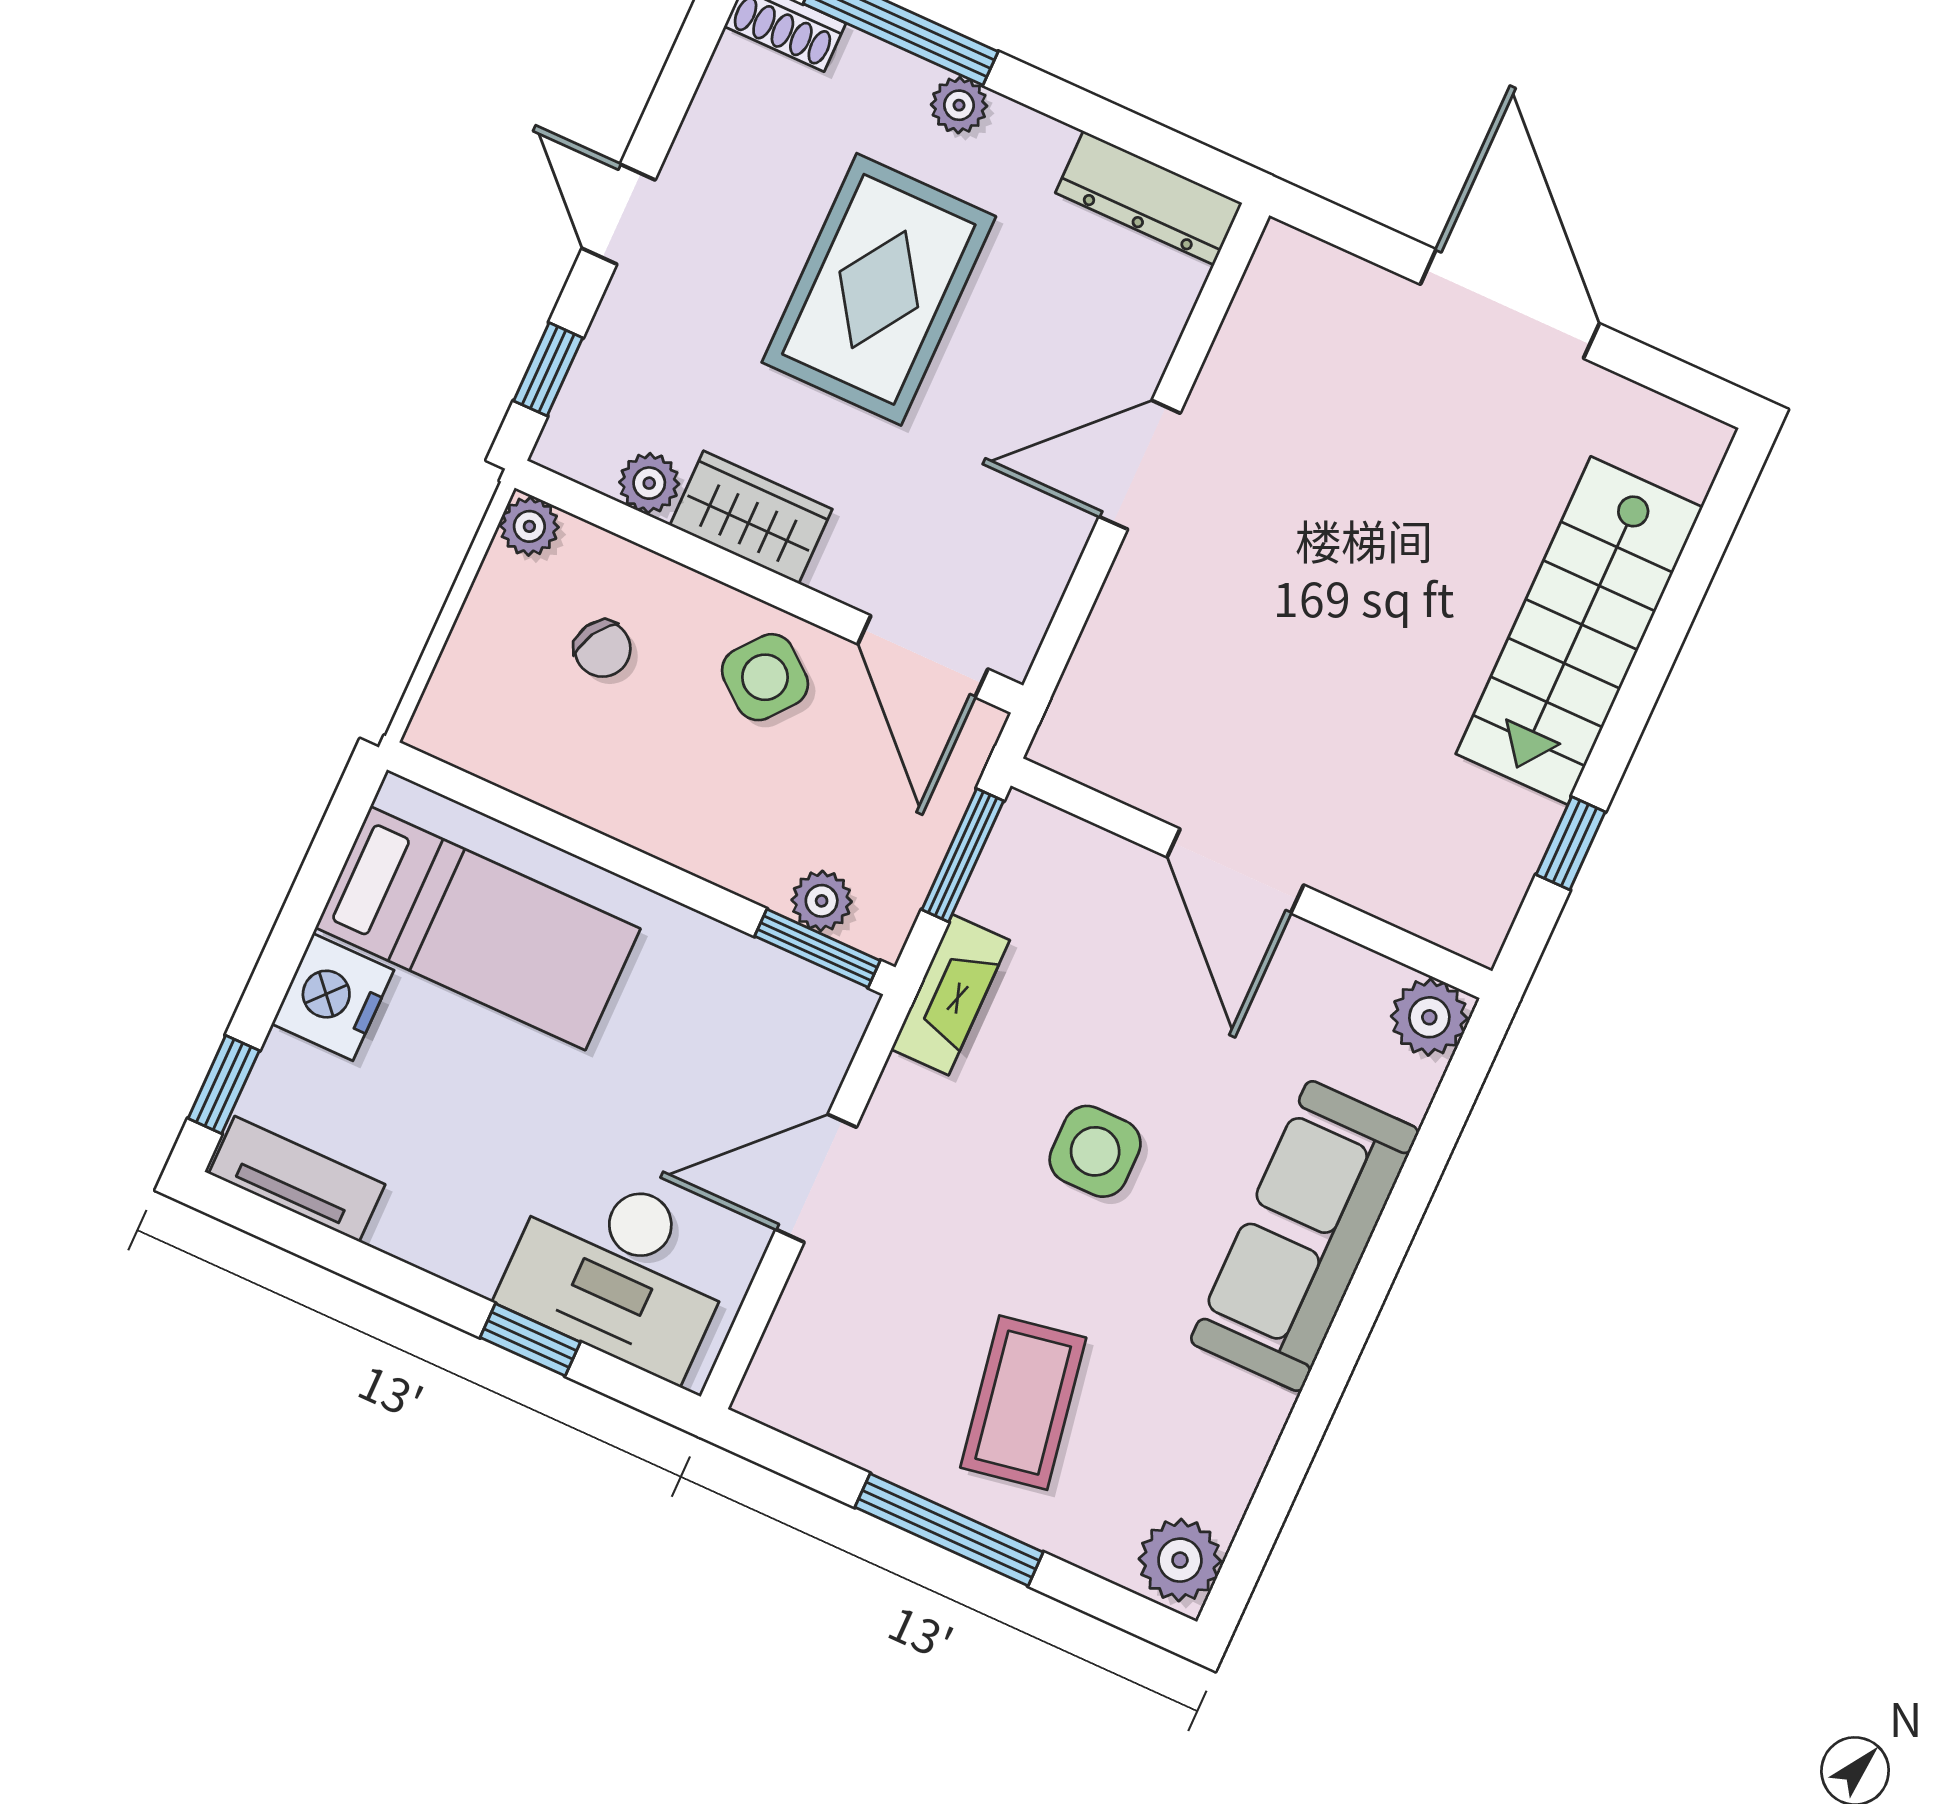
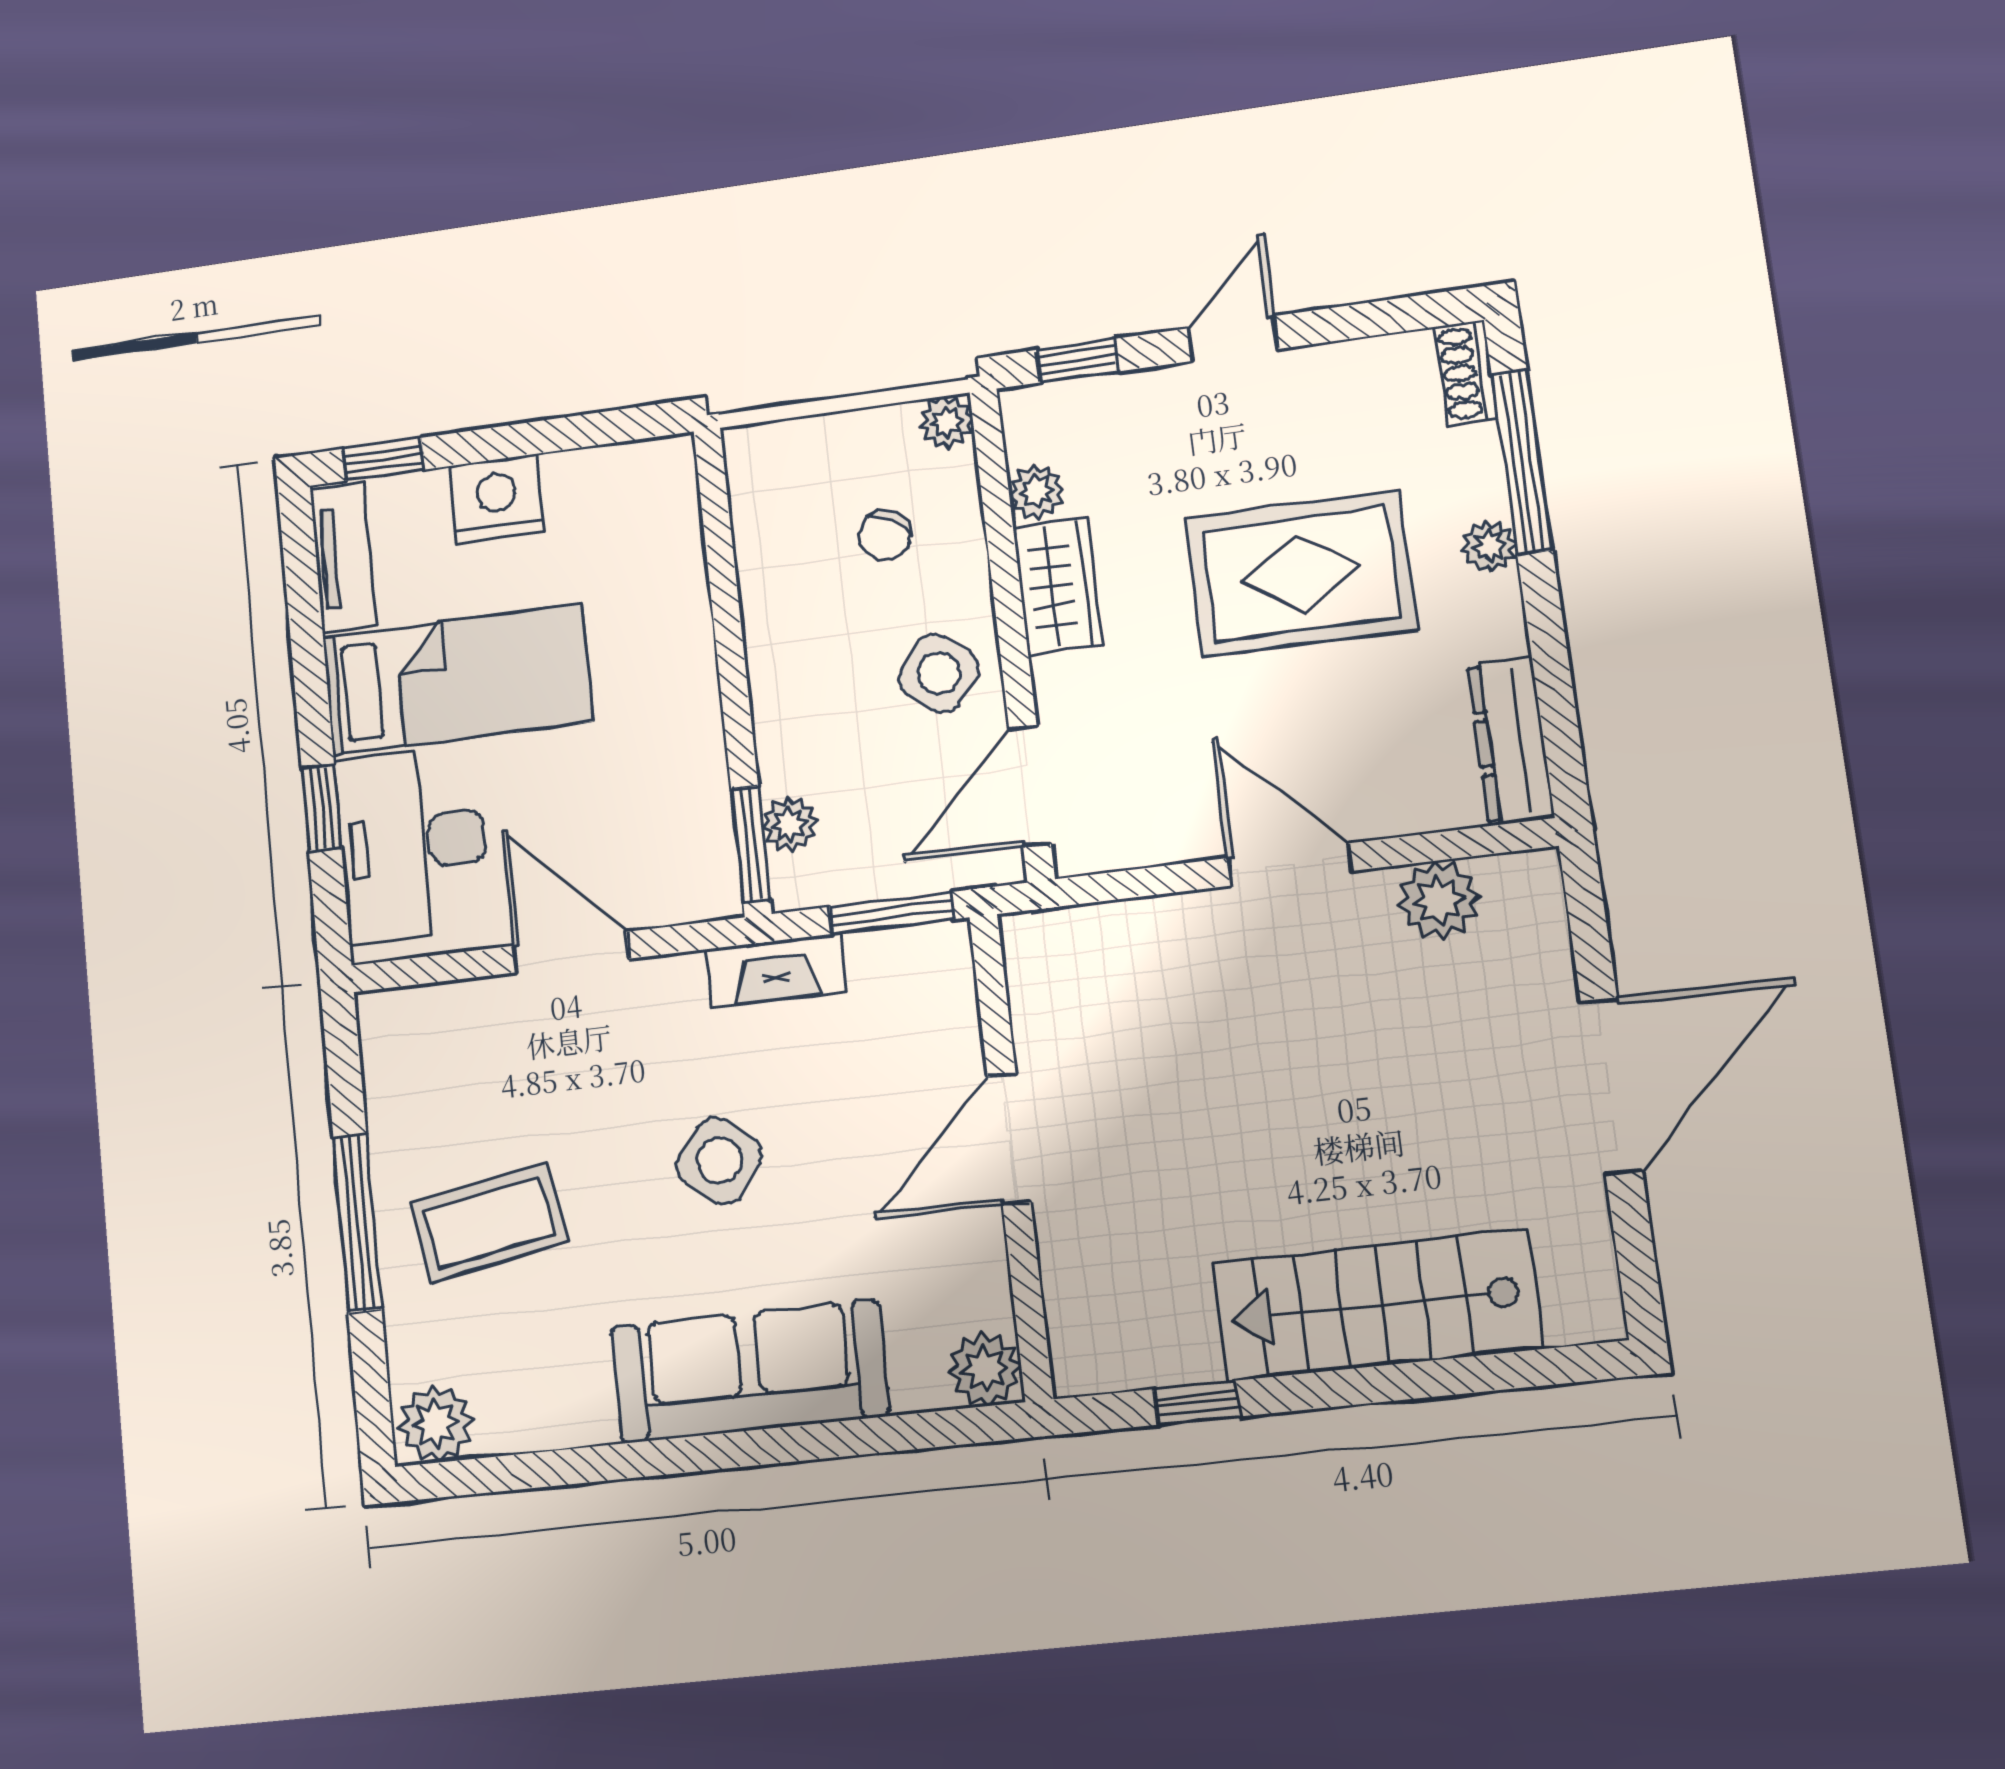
plant: (1254, 352) -> (1439, 900), added
bed: (478, 928) -> (457, 680), moved, turned -90
side table: (1095, 1151) -> (719, 1160), turned 38

